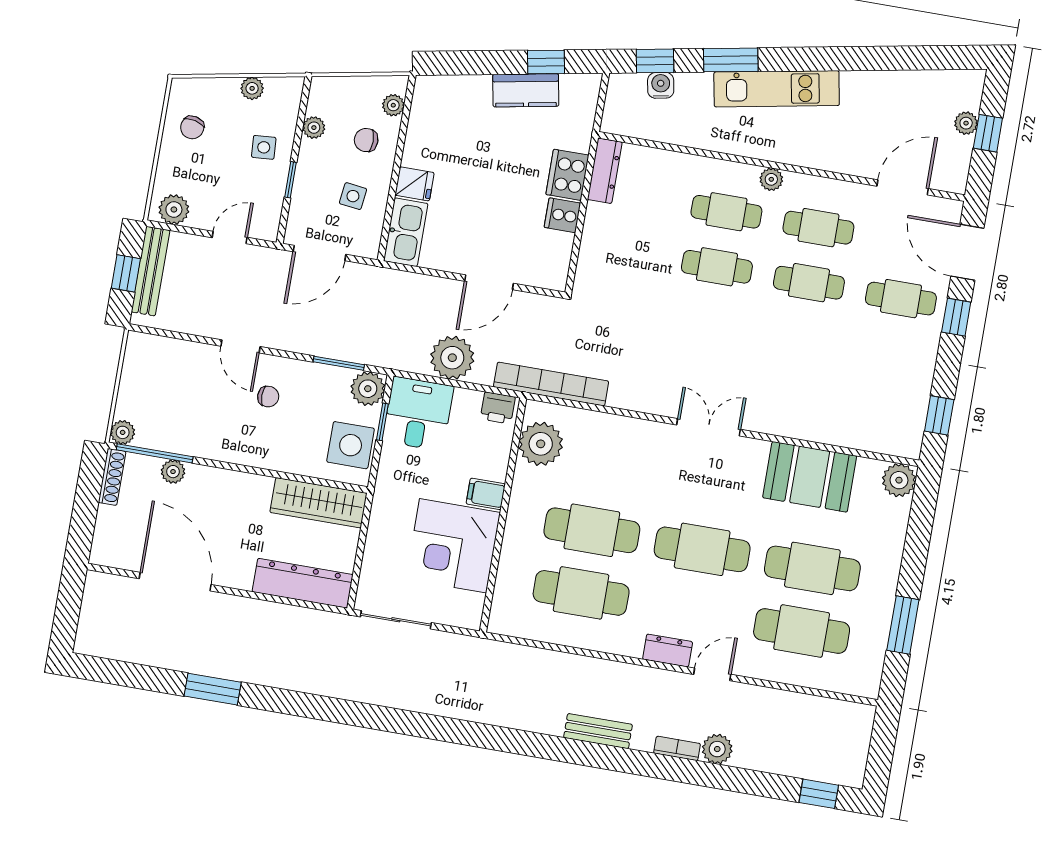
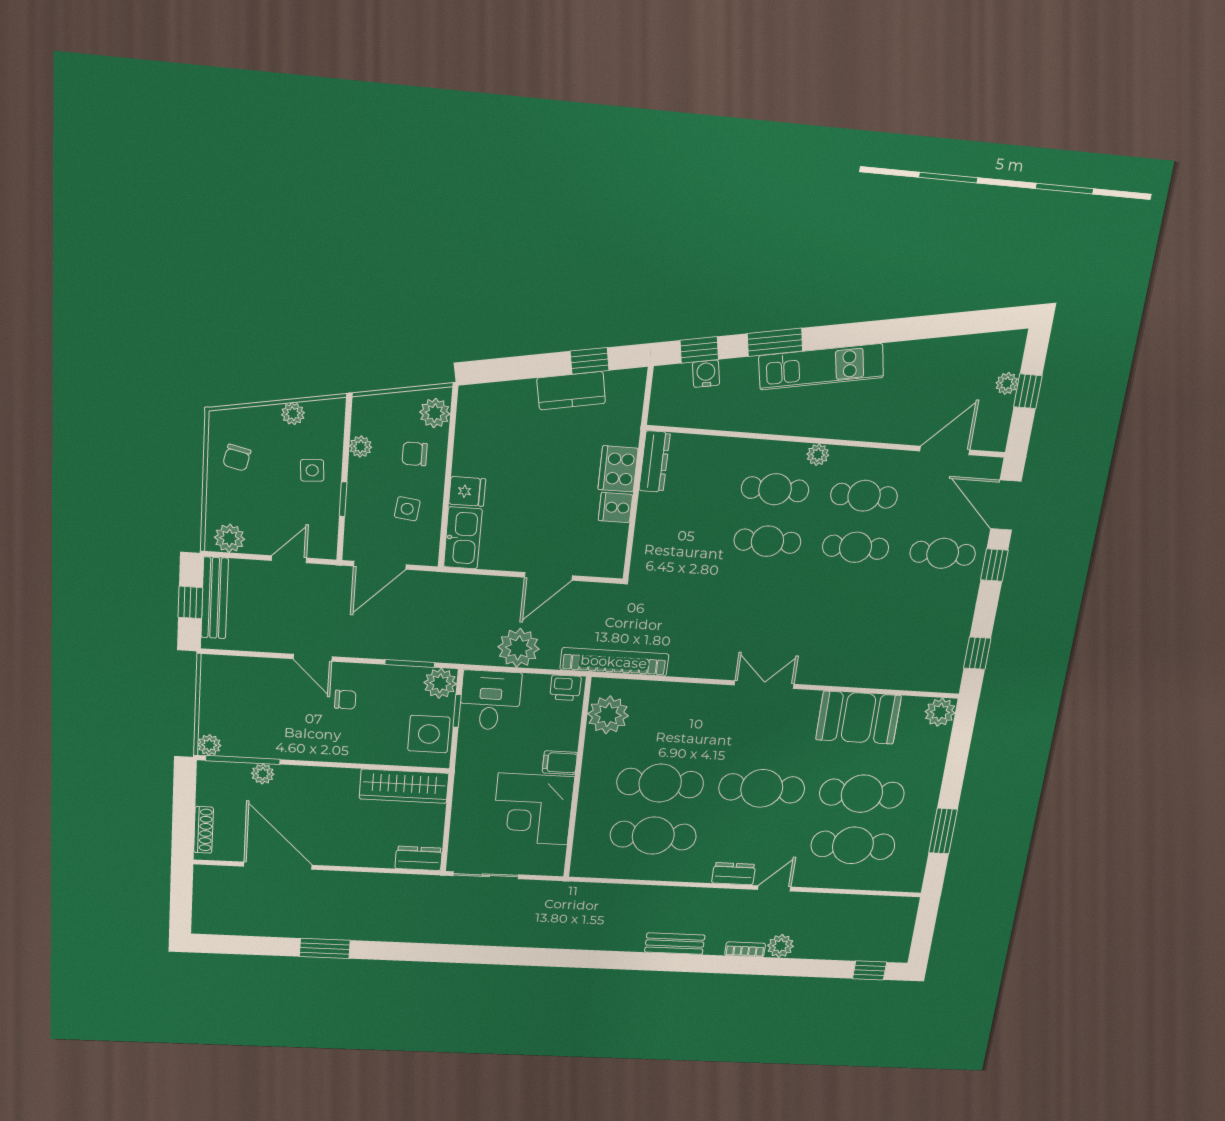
plant: (393, 105) -> (435, 413), width x1.38, depth x1.38
shoe rack: (112, 477) -> (204, 830), moved
dresser: (303, 583) -> (419, 858), width x0.51, depth x0.80

